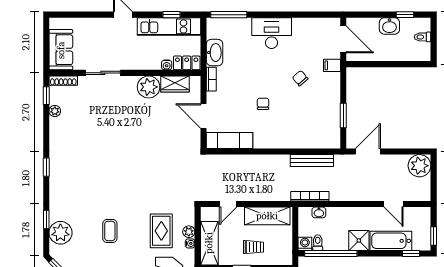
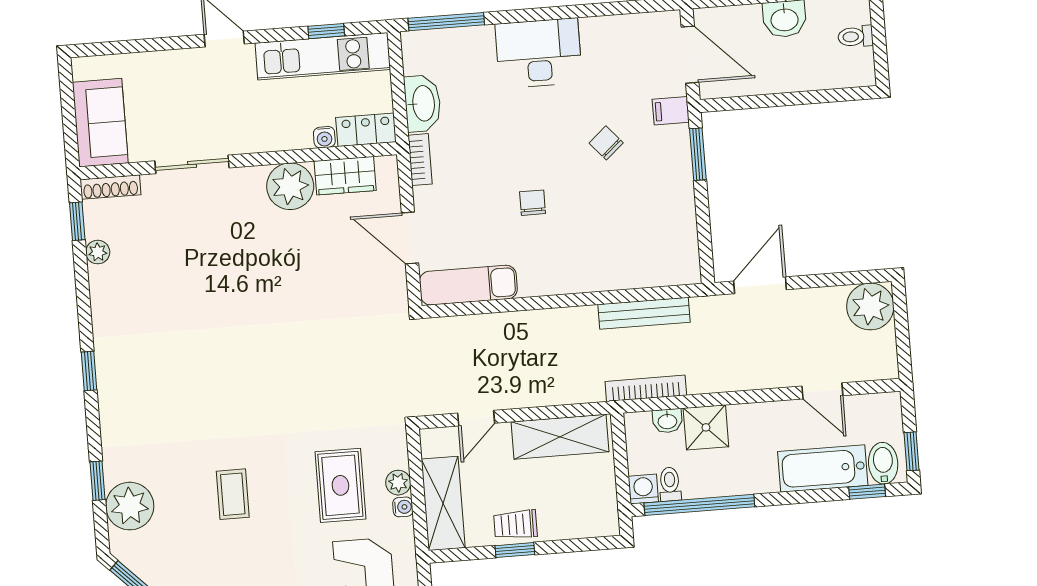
window: (343, 115) -> (698, 154), moved
shower: (359, 241) -> (706, 427), moved
bidet: (420, 241) -> (883, 463), added
trolley: (254, 247) -> (515, 524), moved, turned 180

